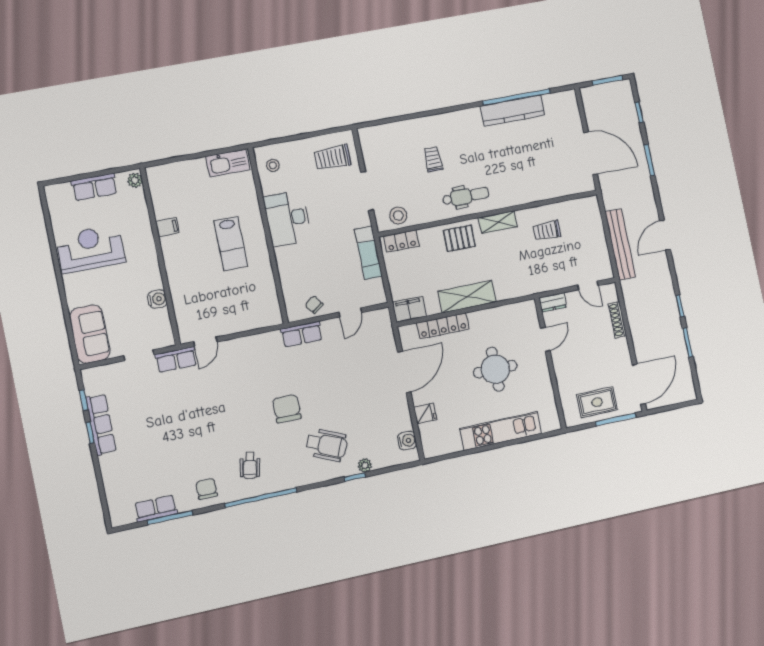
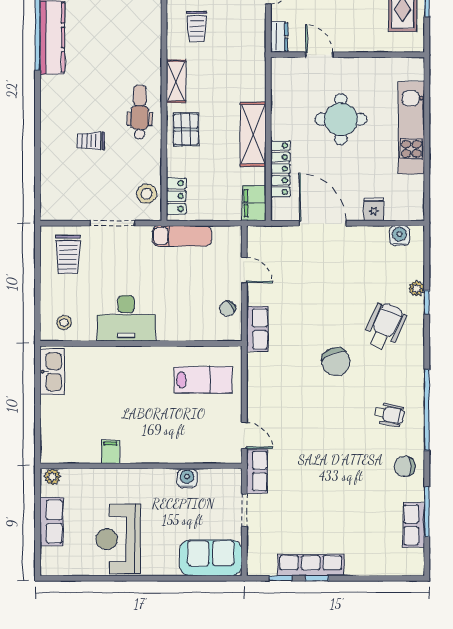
lab bench: (231, 244) -> (203, 380), moved
chair: (287, 409) -> (336, 362), turned -110

